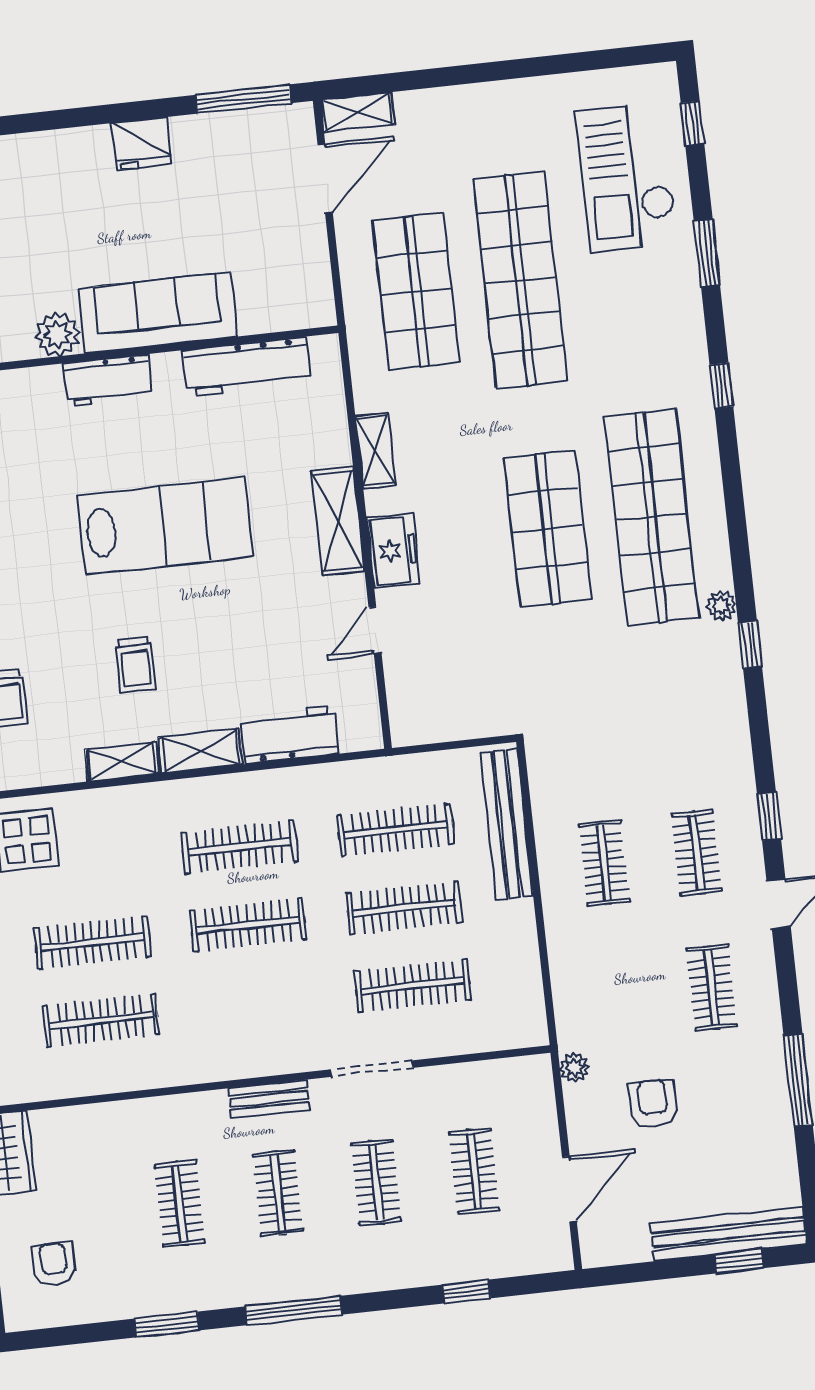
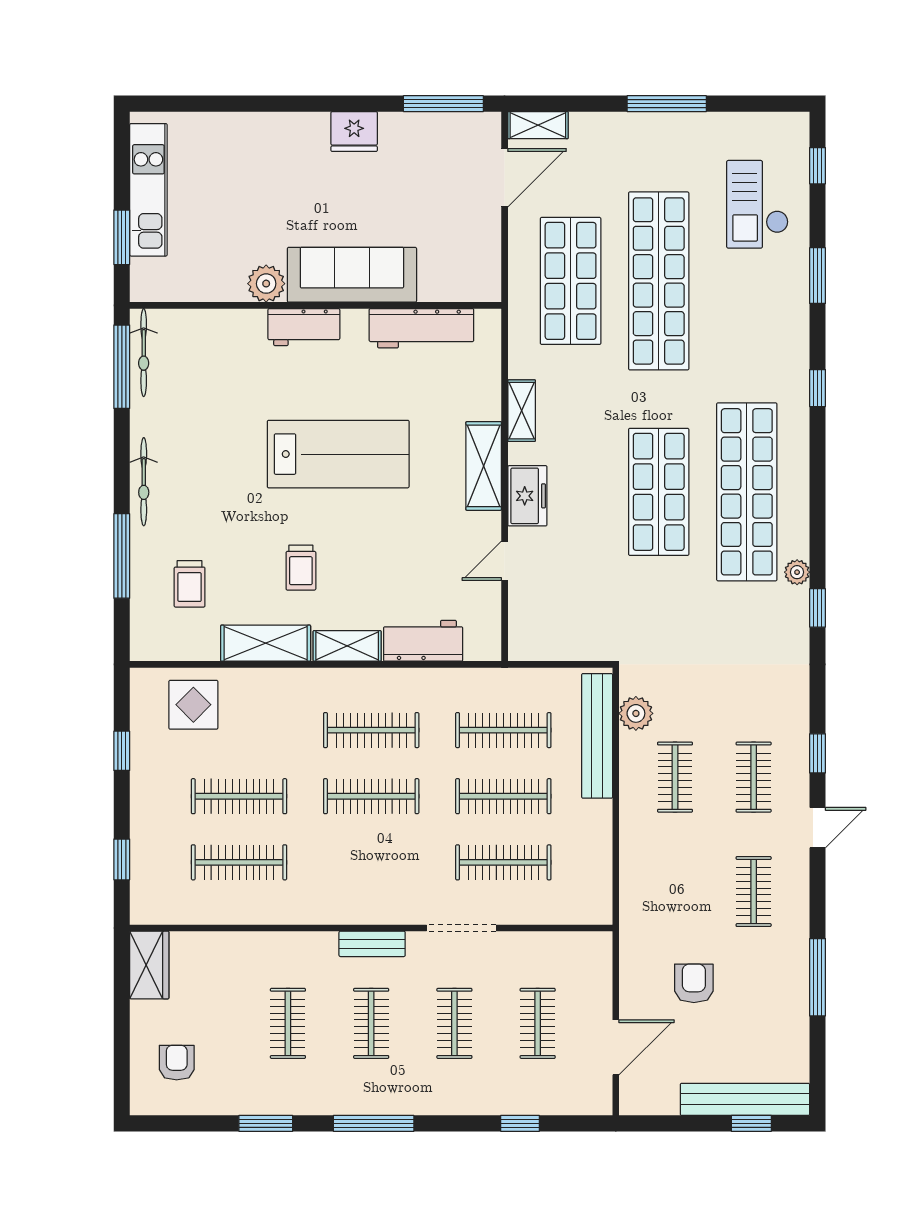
window: (507, 70) -> (667, 104), added
checkout: (627, 177) -> (757, 204), width x0.73, depth x0.83
shelving: (122, 762) -> (266, 643), width x1.50, depth x1.33
plant: (574, 1067) -> (636, 713), moved, width x1.38, depth x1.38

